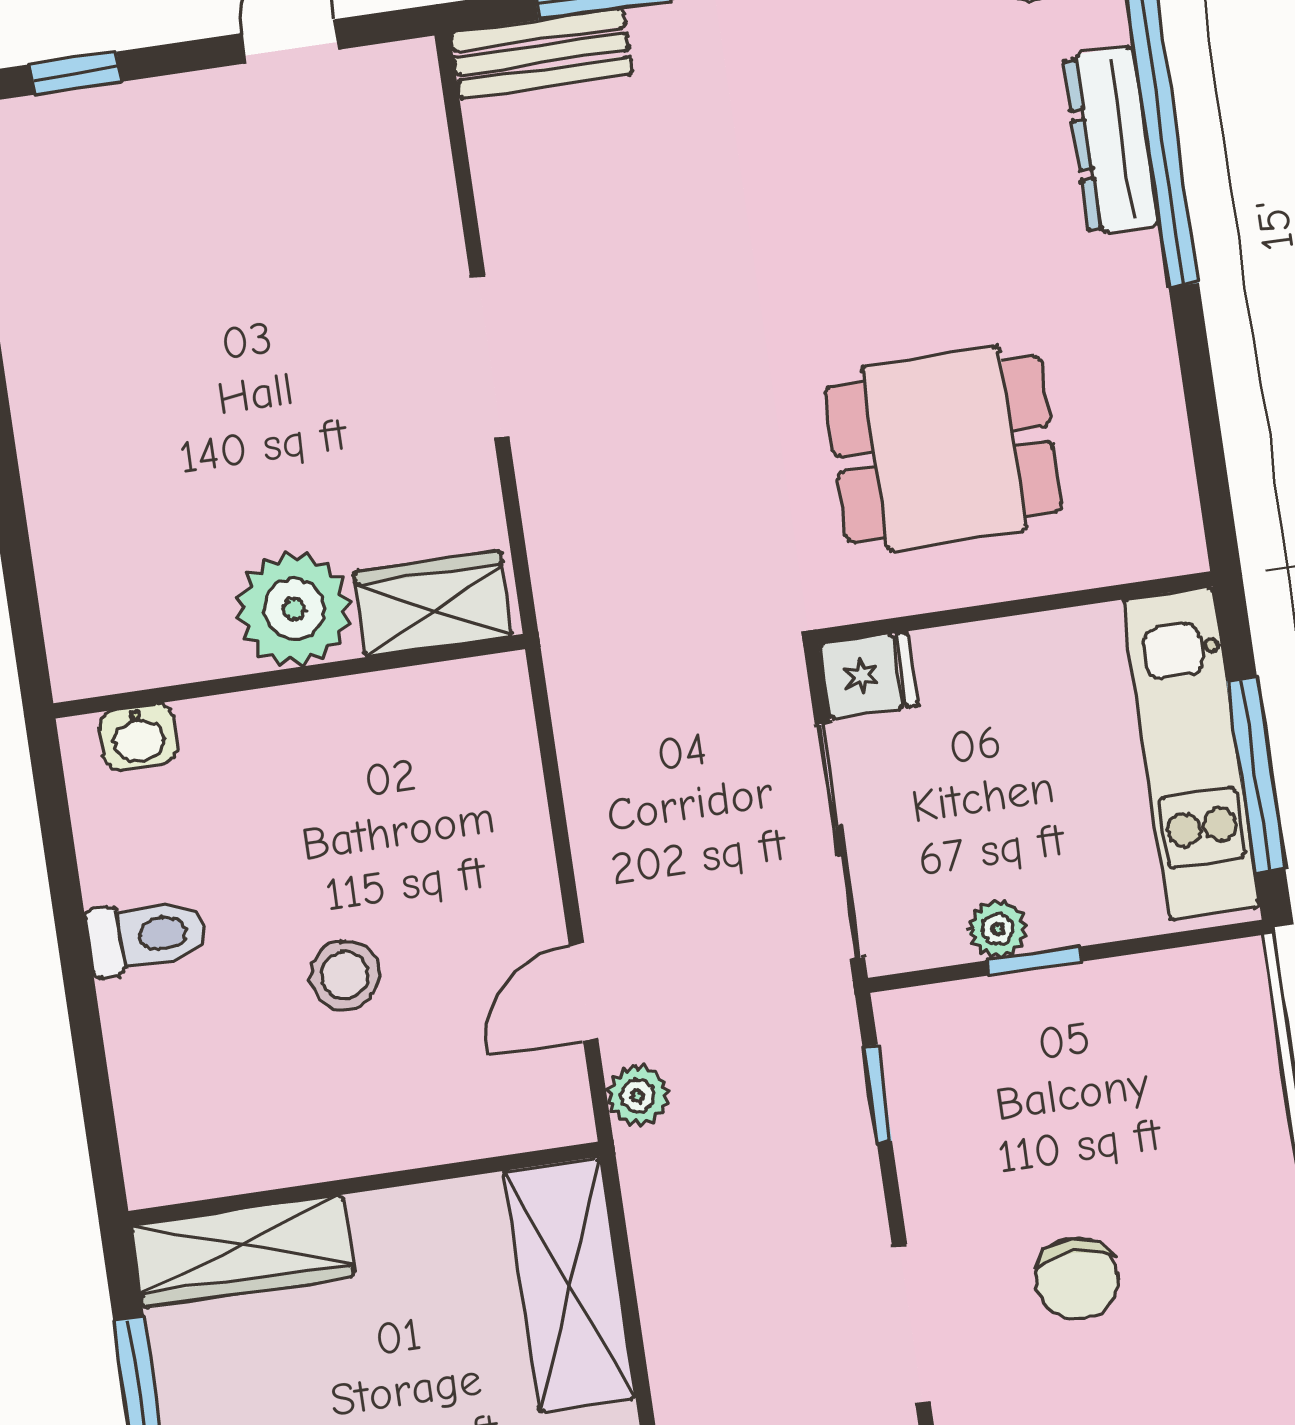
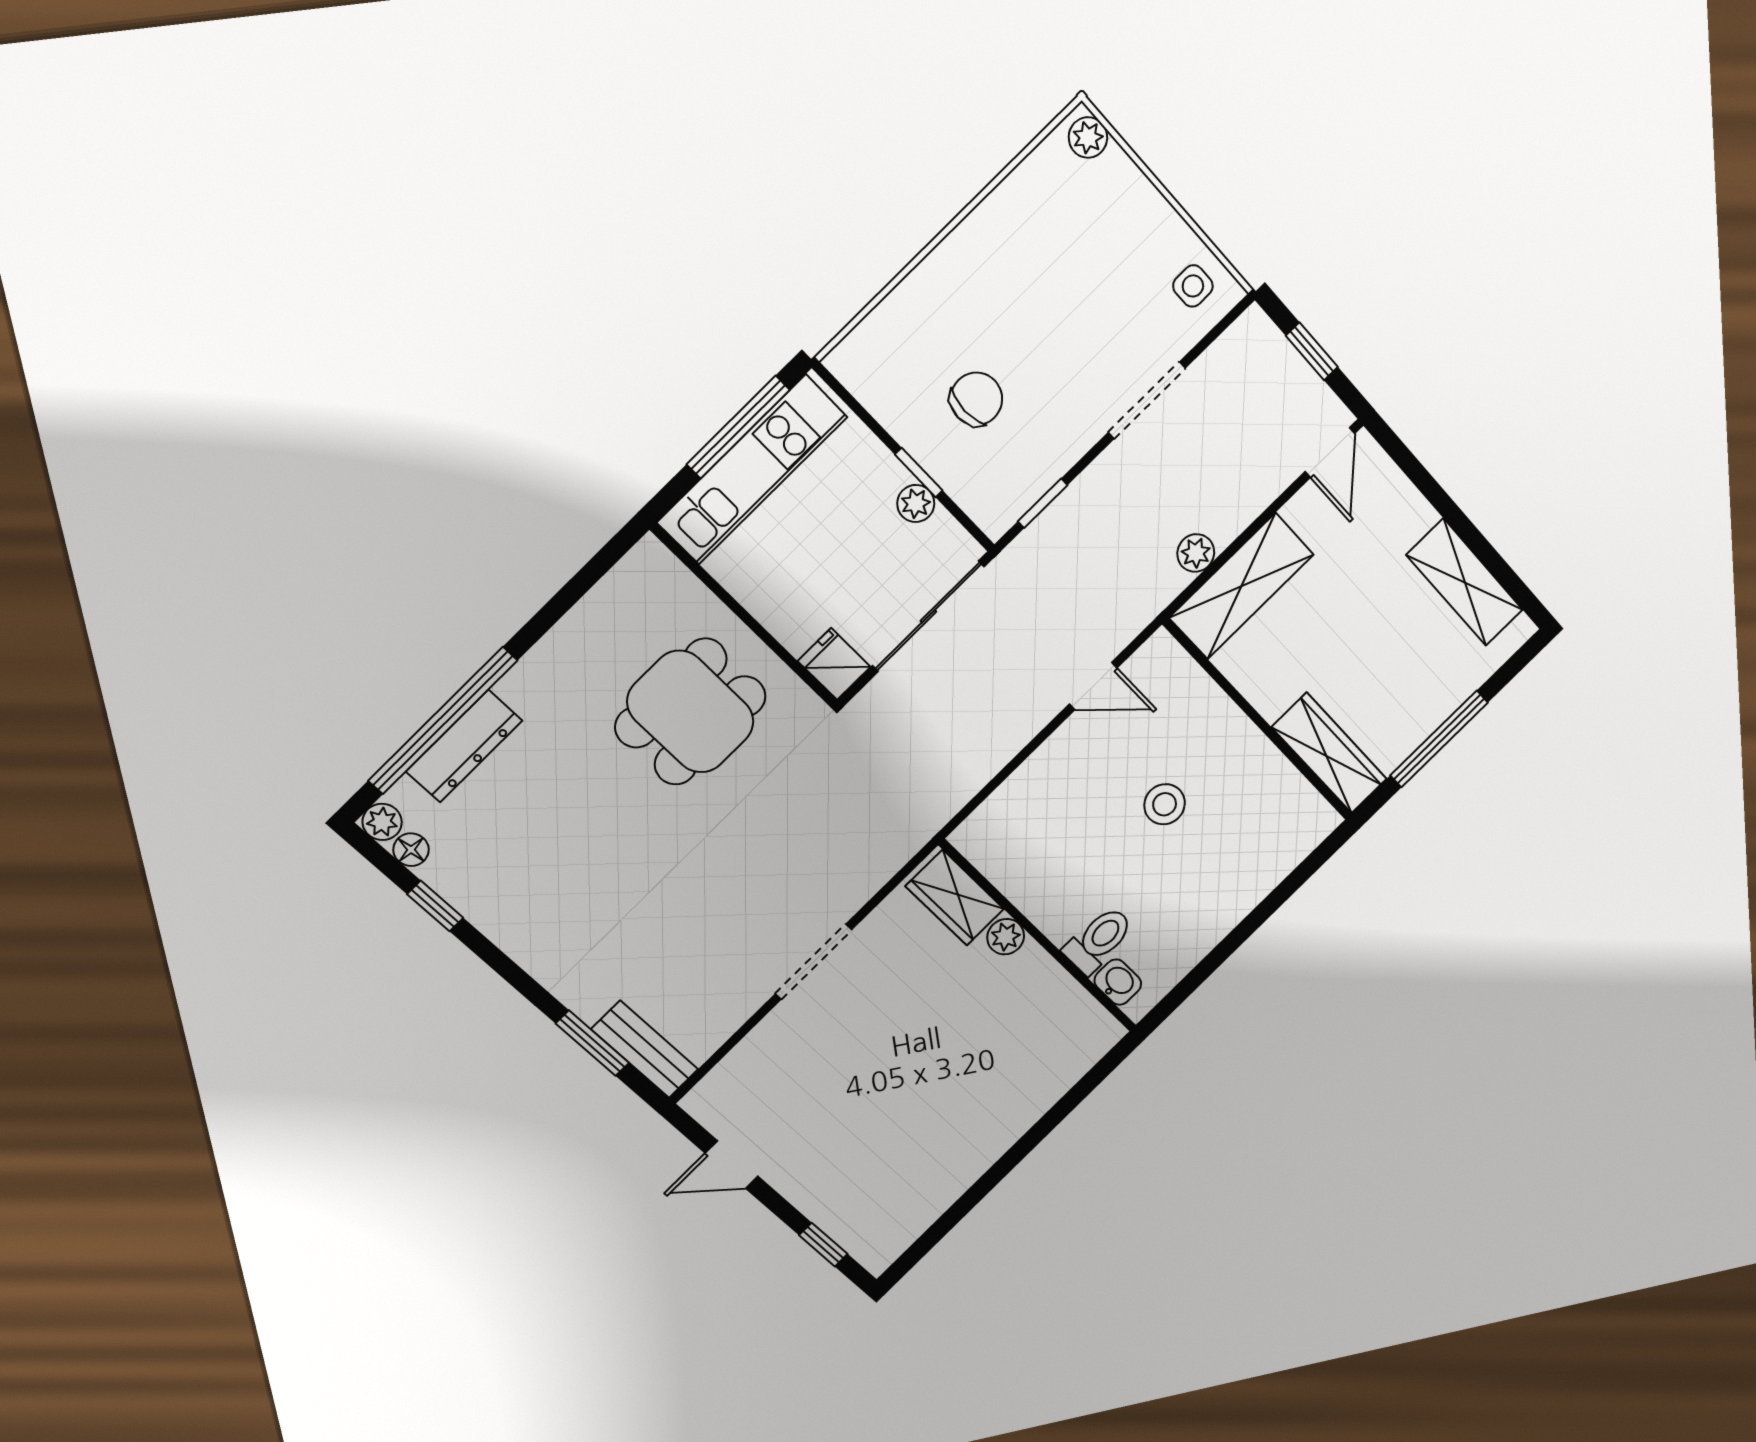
dining table: (944, 449) -> (691, 712), turned 90
plant: (294, 609) -> (1006, 937), width x0.53, depth x0.53
toilet: (146, 936) -> (1099, 940), moved, turned 90
plant: (638, 1096) -> (1196, 553), moved
chair: (1077, 1279) -> (976, 399), moved

